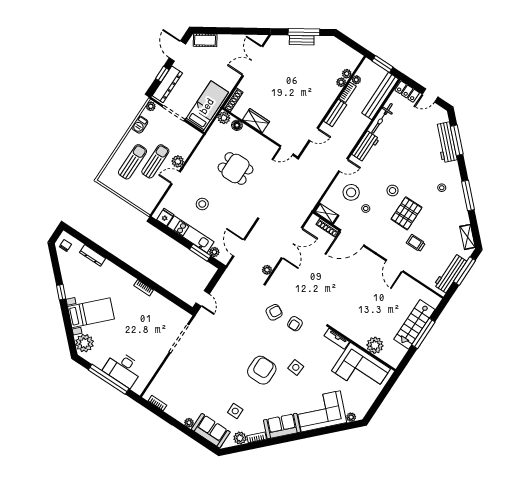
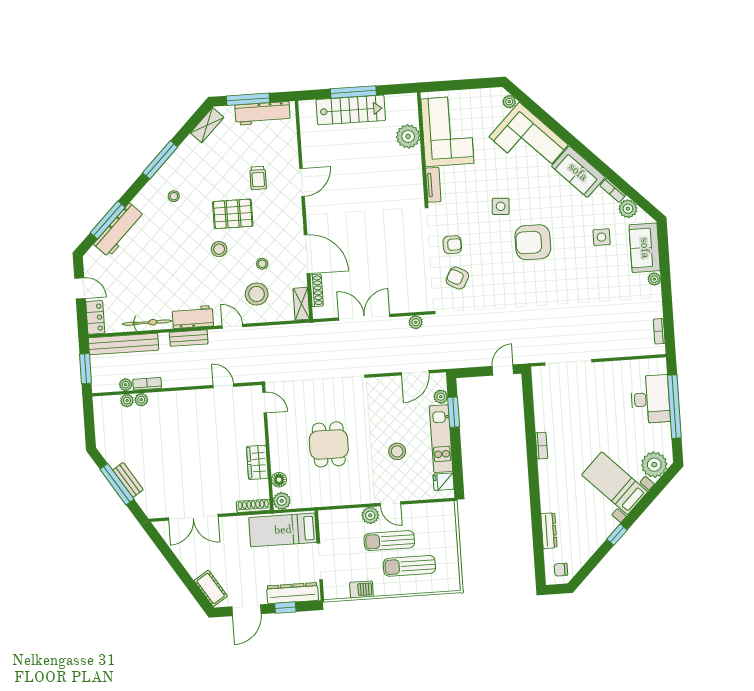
plant: (151, 106) -> (331, 593), removed
bench: (335, 113) -> (189, 338), moved

